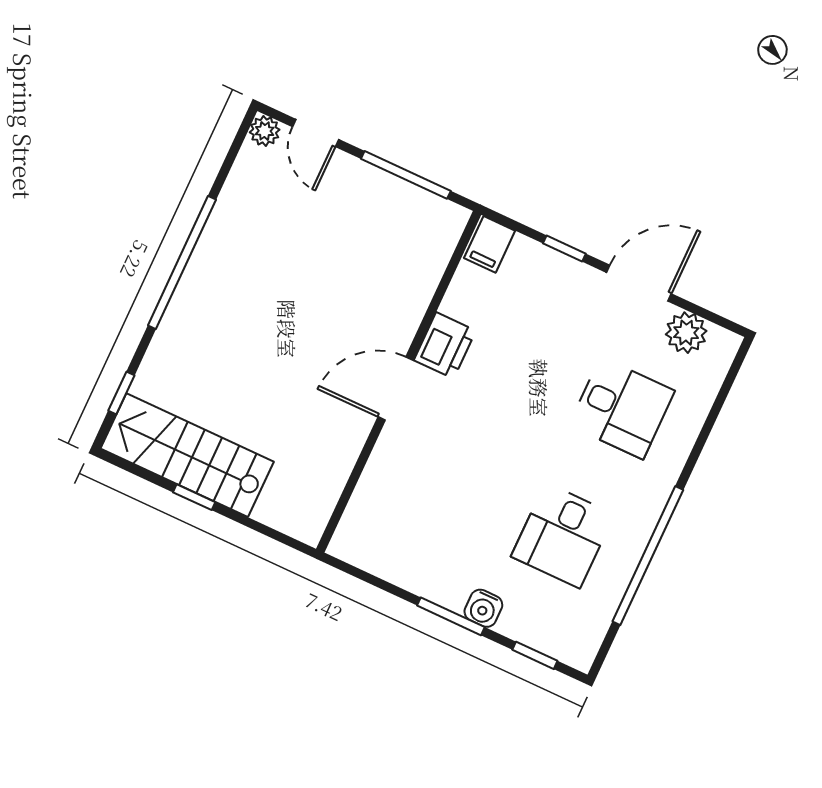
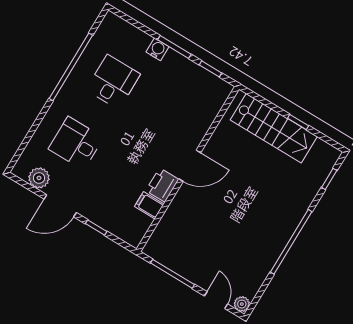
filing cabinet: (490, 244) -> (149, 205), moved, turned -90
stairs: (187, 455) -> (274, 128), moved
window: (535, 655) -> (211, 69), moved

